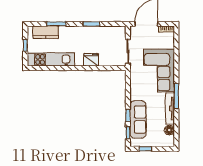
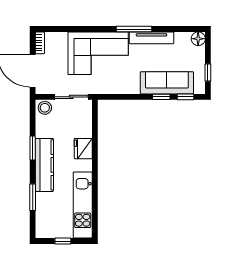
kitchen counter: (46, 32) -> (44, 165), moved, width x1.50
stool: (120, 33) -> (45, 108), added
floor lamp: (169, 130) -> (198, 39), moved

